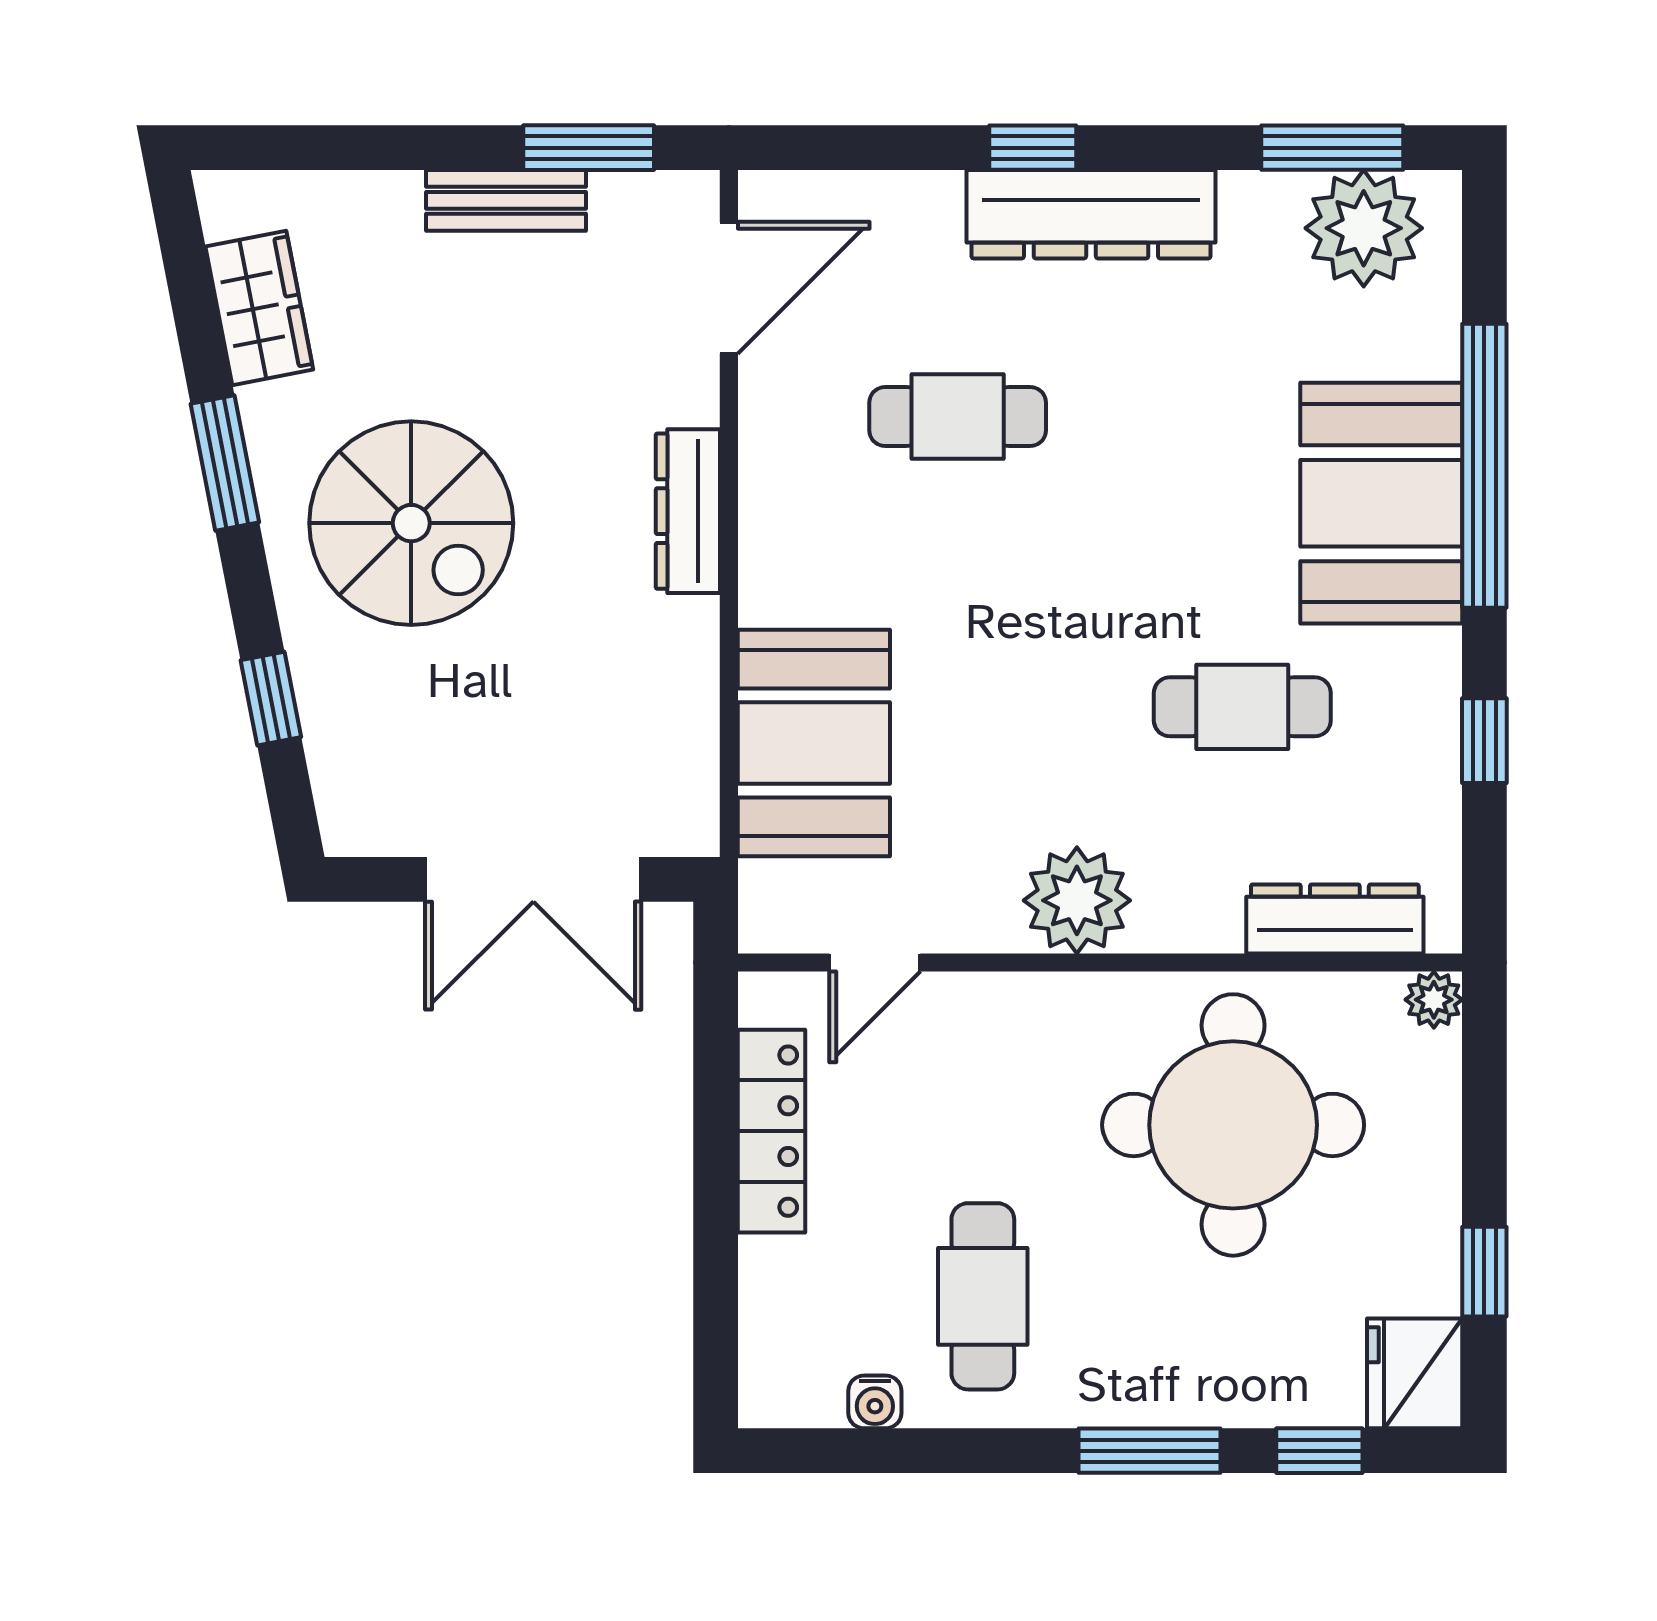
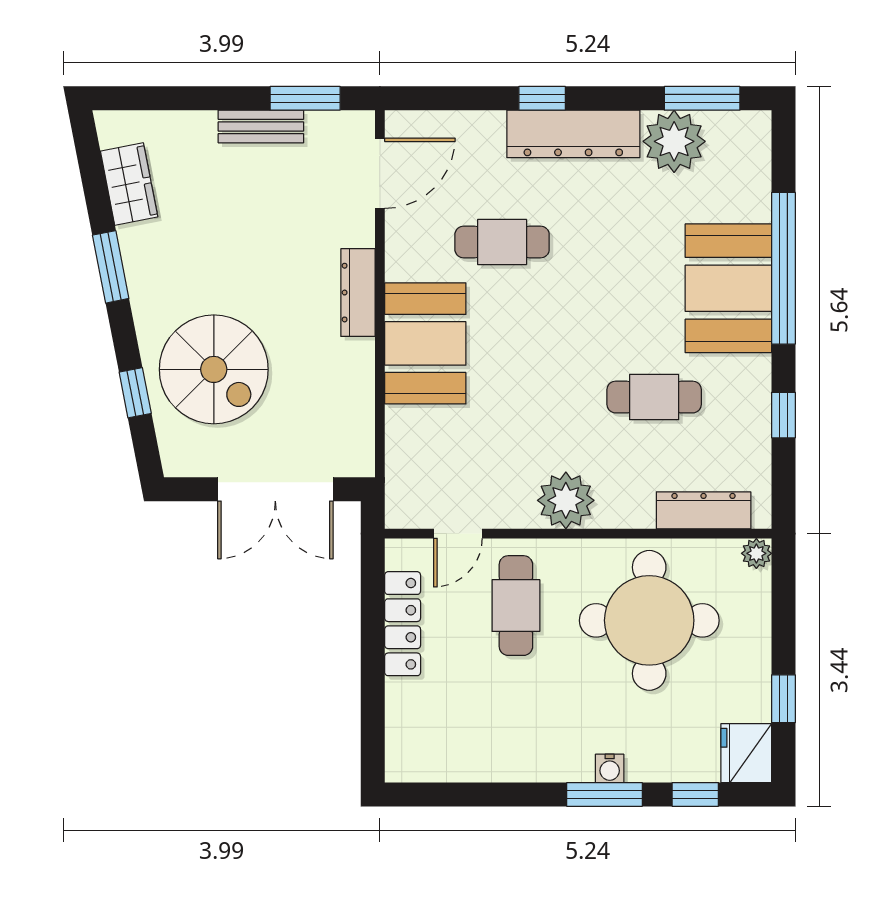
plant: (1364, 228) -> (674, 141), moved
spiral stairs: (411, 523) -> (214, 369), moved
booth: (814, 743) -> (425, 343), moved
cafe table: (983, 1296) -> (516, 606), moved
water cooler: (875, 1402) -> (610, 768), moved

